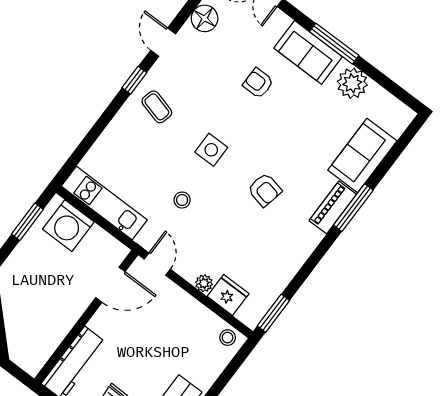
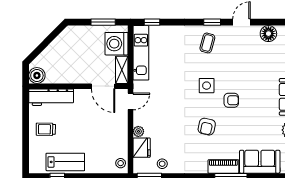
armchair: (258, 83) -> (231, 100), moved, turned 90
window: (75, 158) -> (152, 22), added
stool: (182, 200) -> (162, 164), moved
shelving: (107, 244) -> (122, 70), added
boiler: (32, 360) -> (37, 75), added

